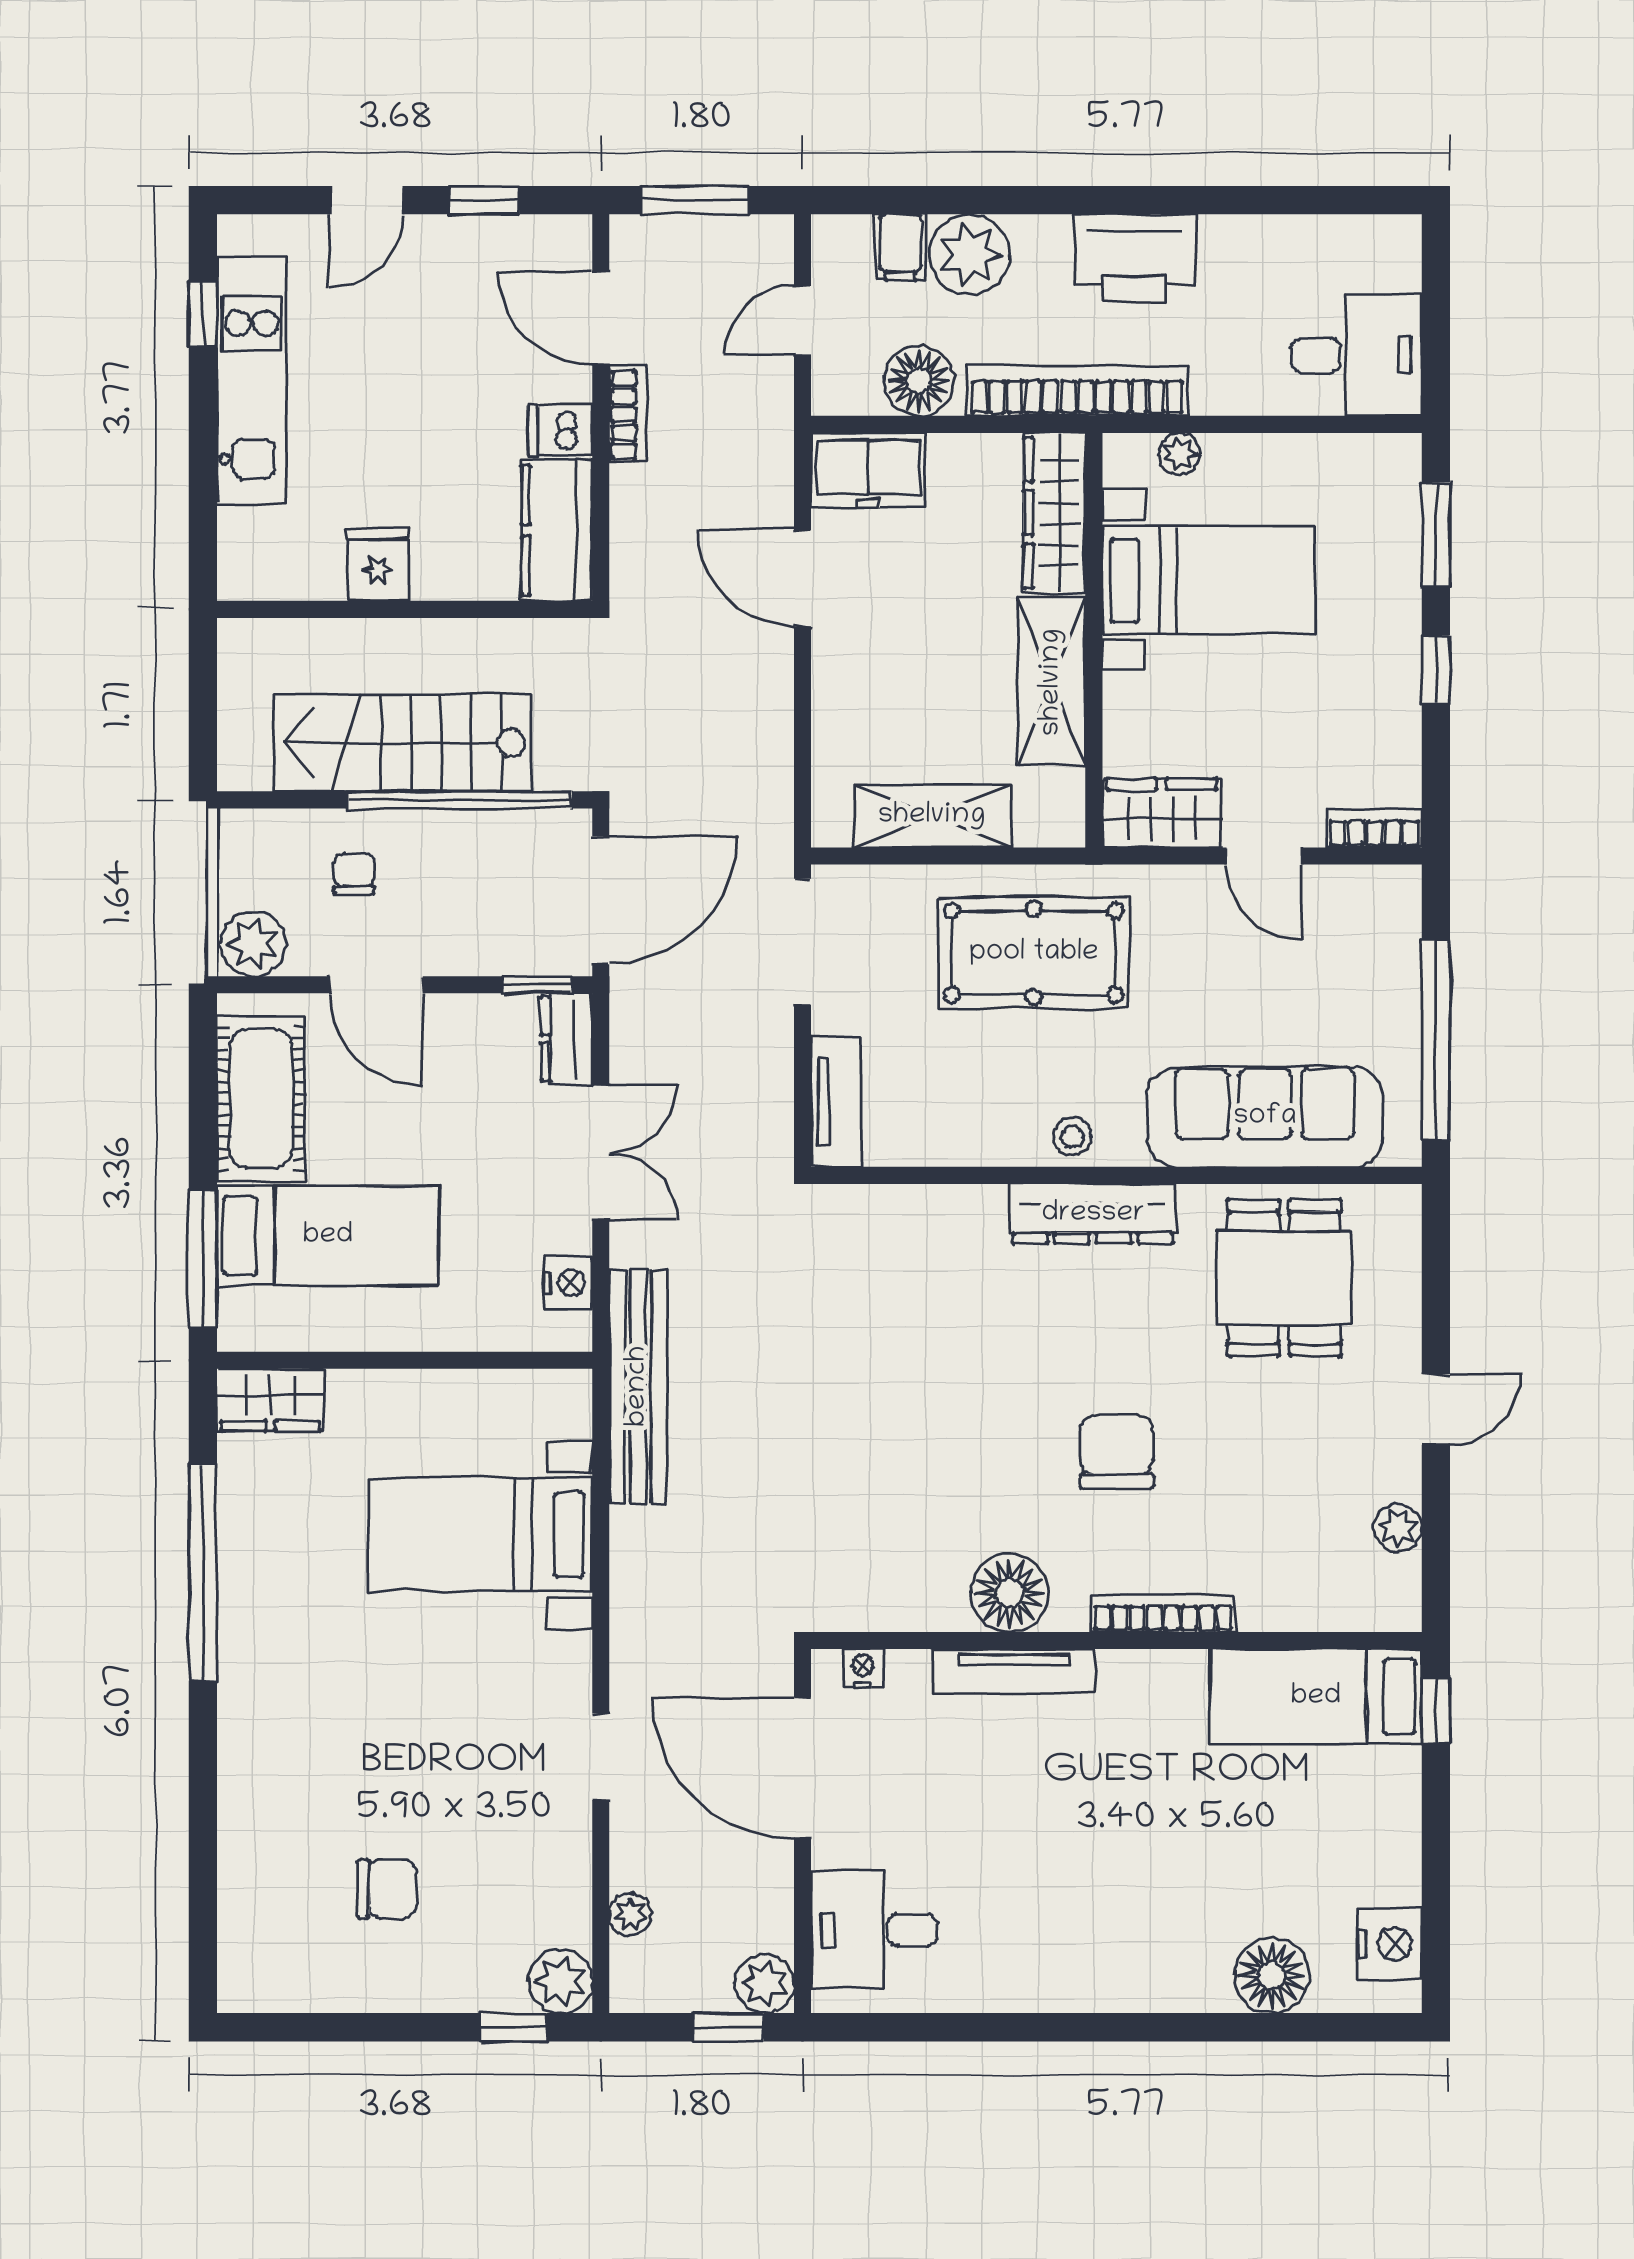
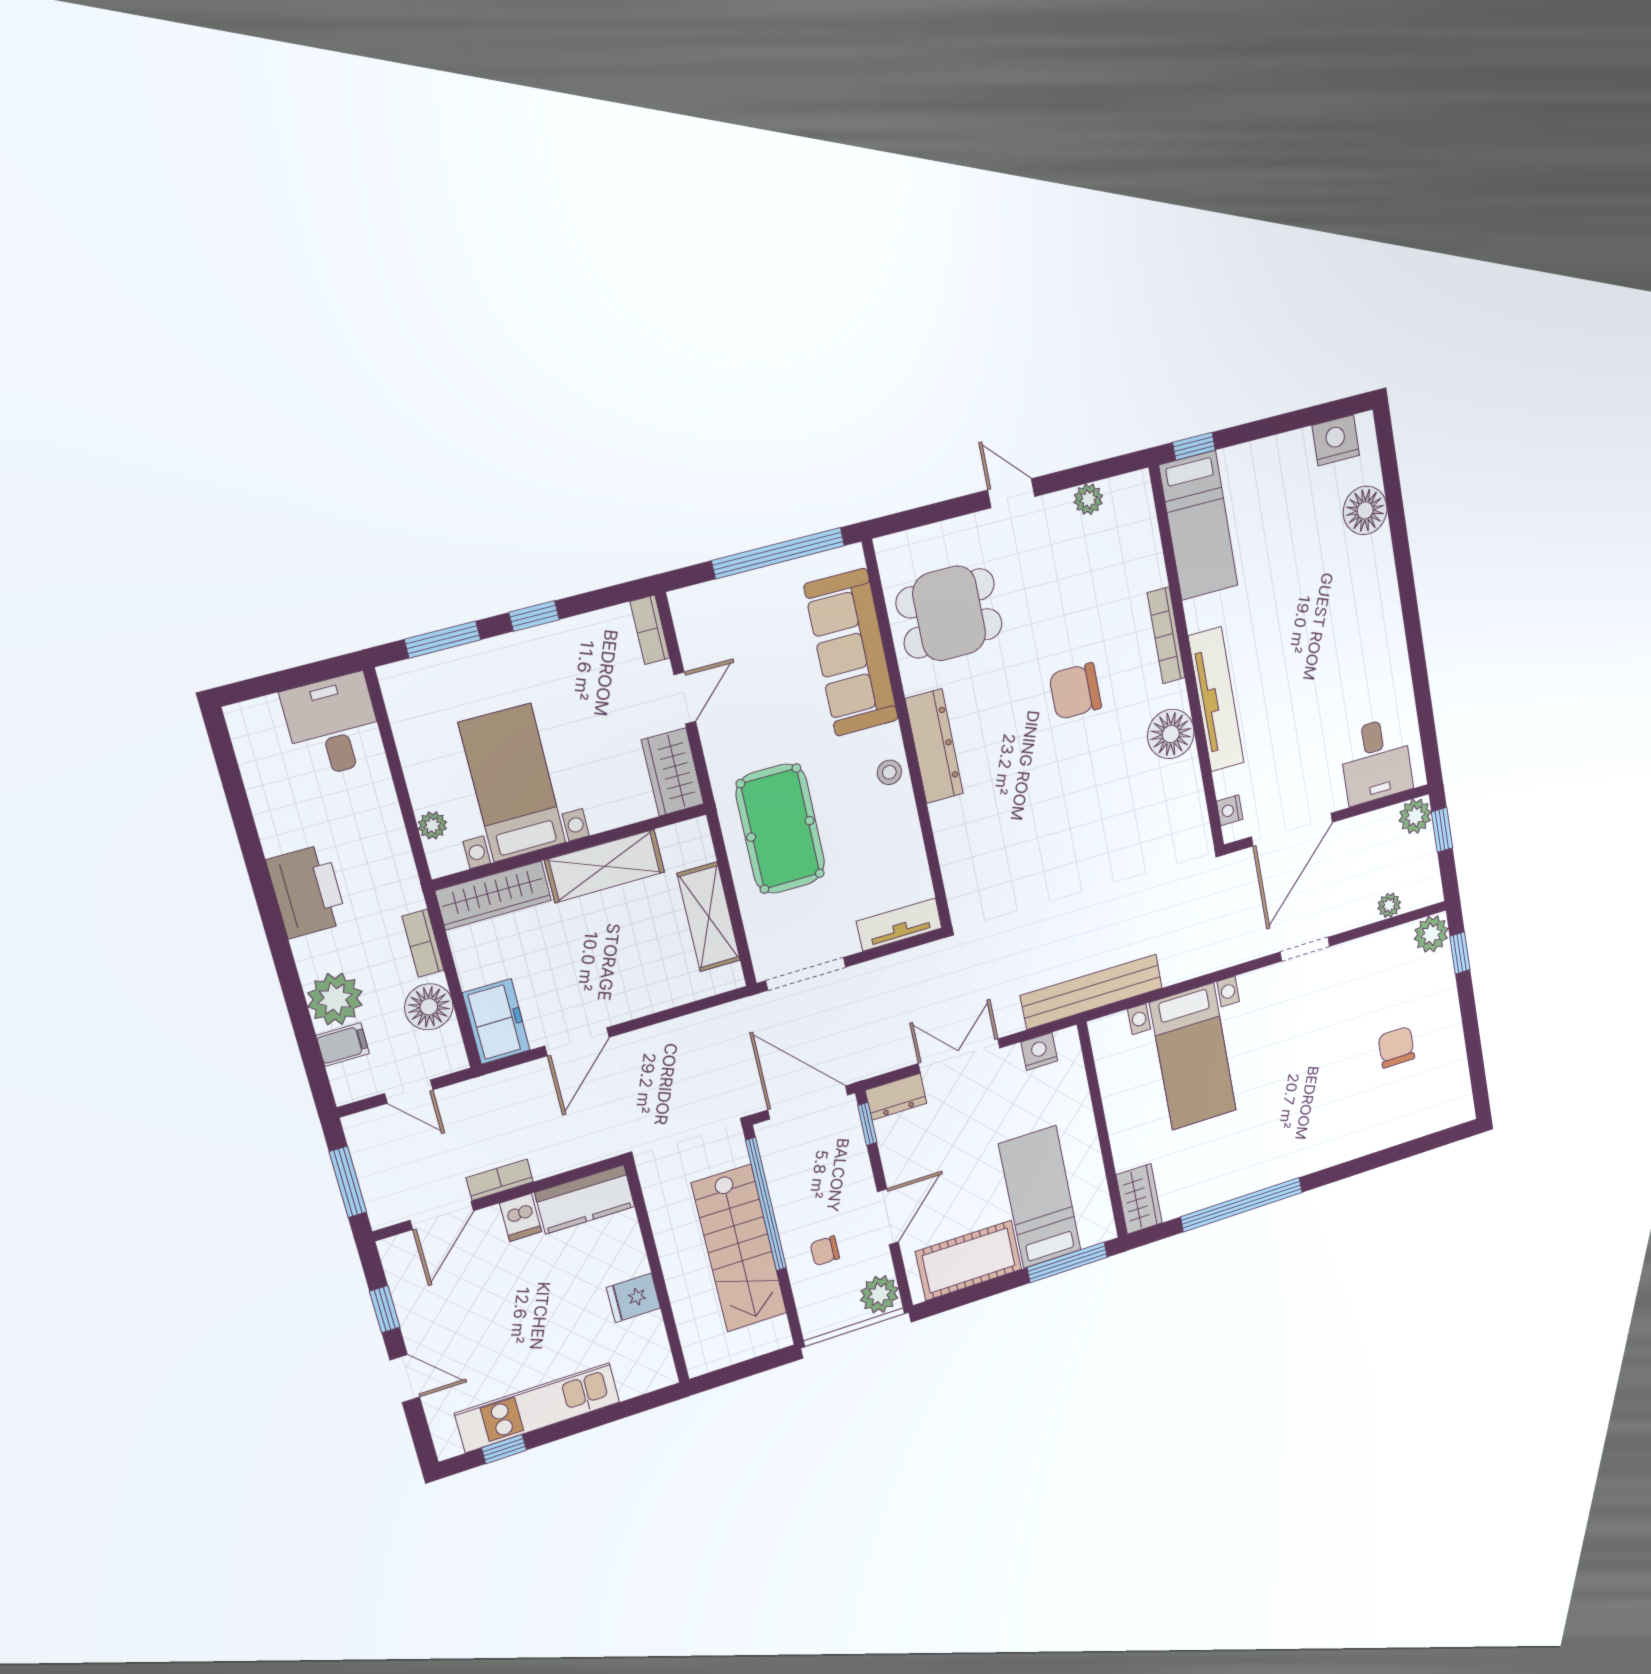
bookcase: (1077, 391) -> (423, 943), width x0.43, depth x0.76
tv unit: (1014, 1671) -> (1216, 700), width x1.36, depth x1.29

